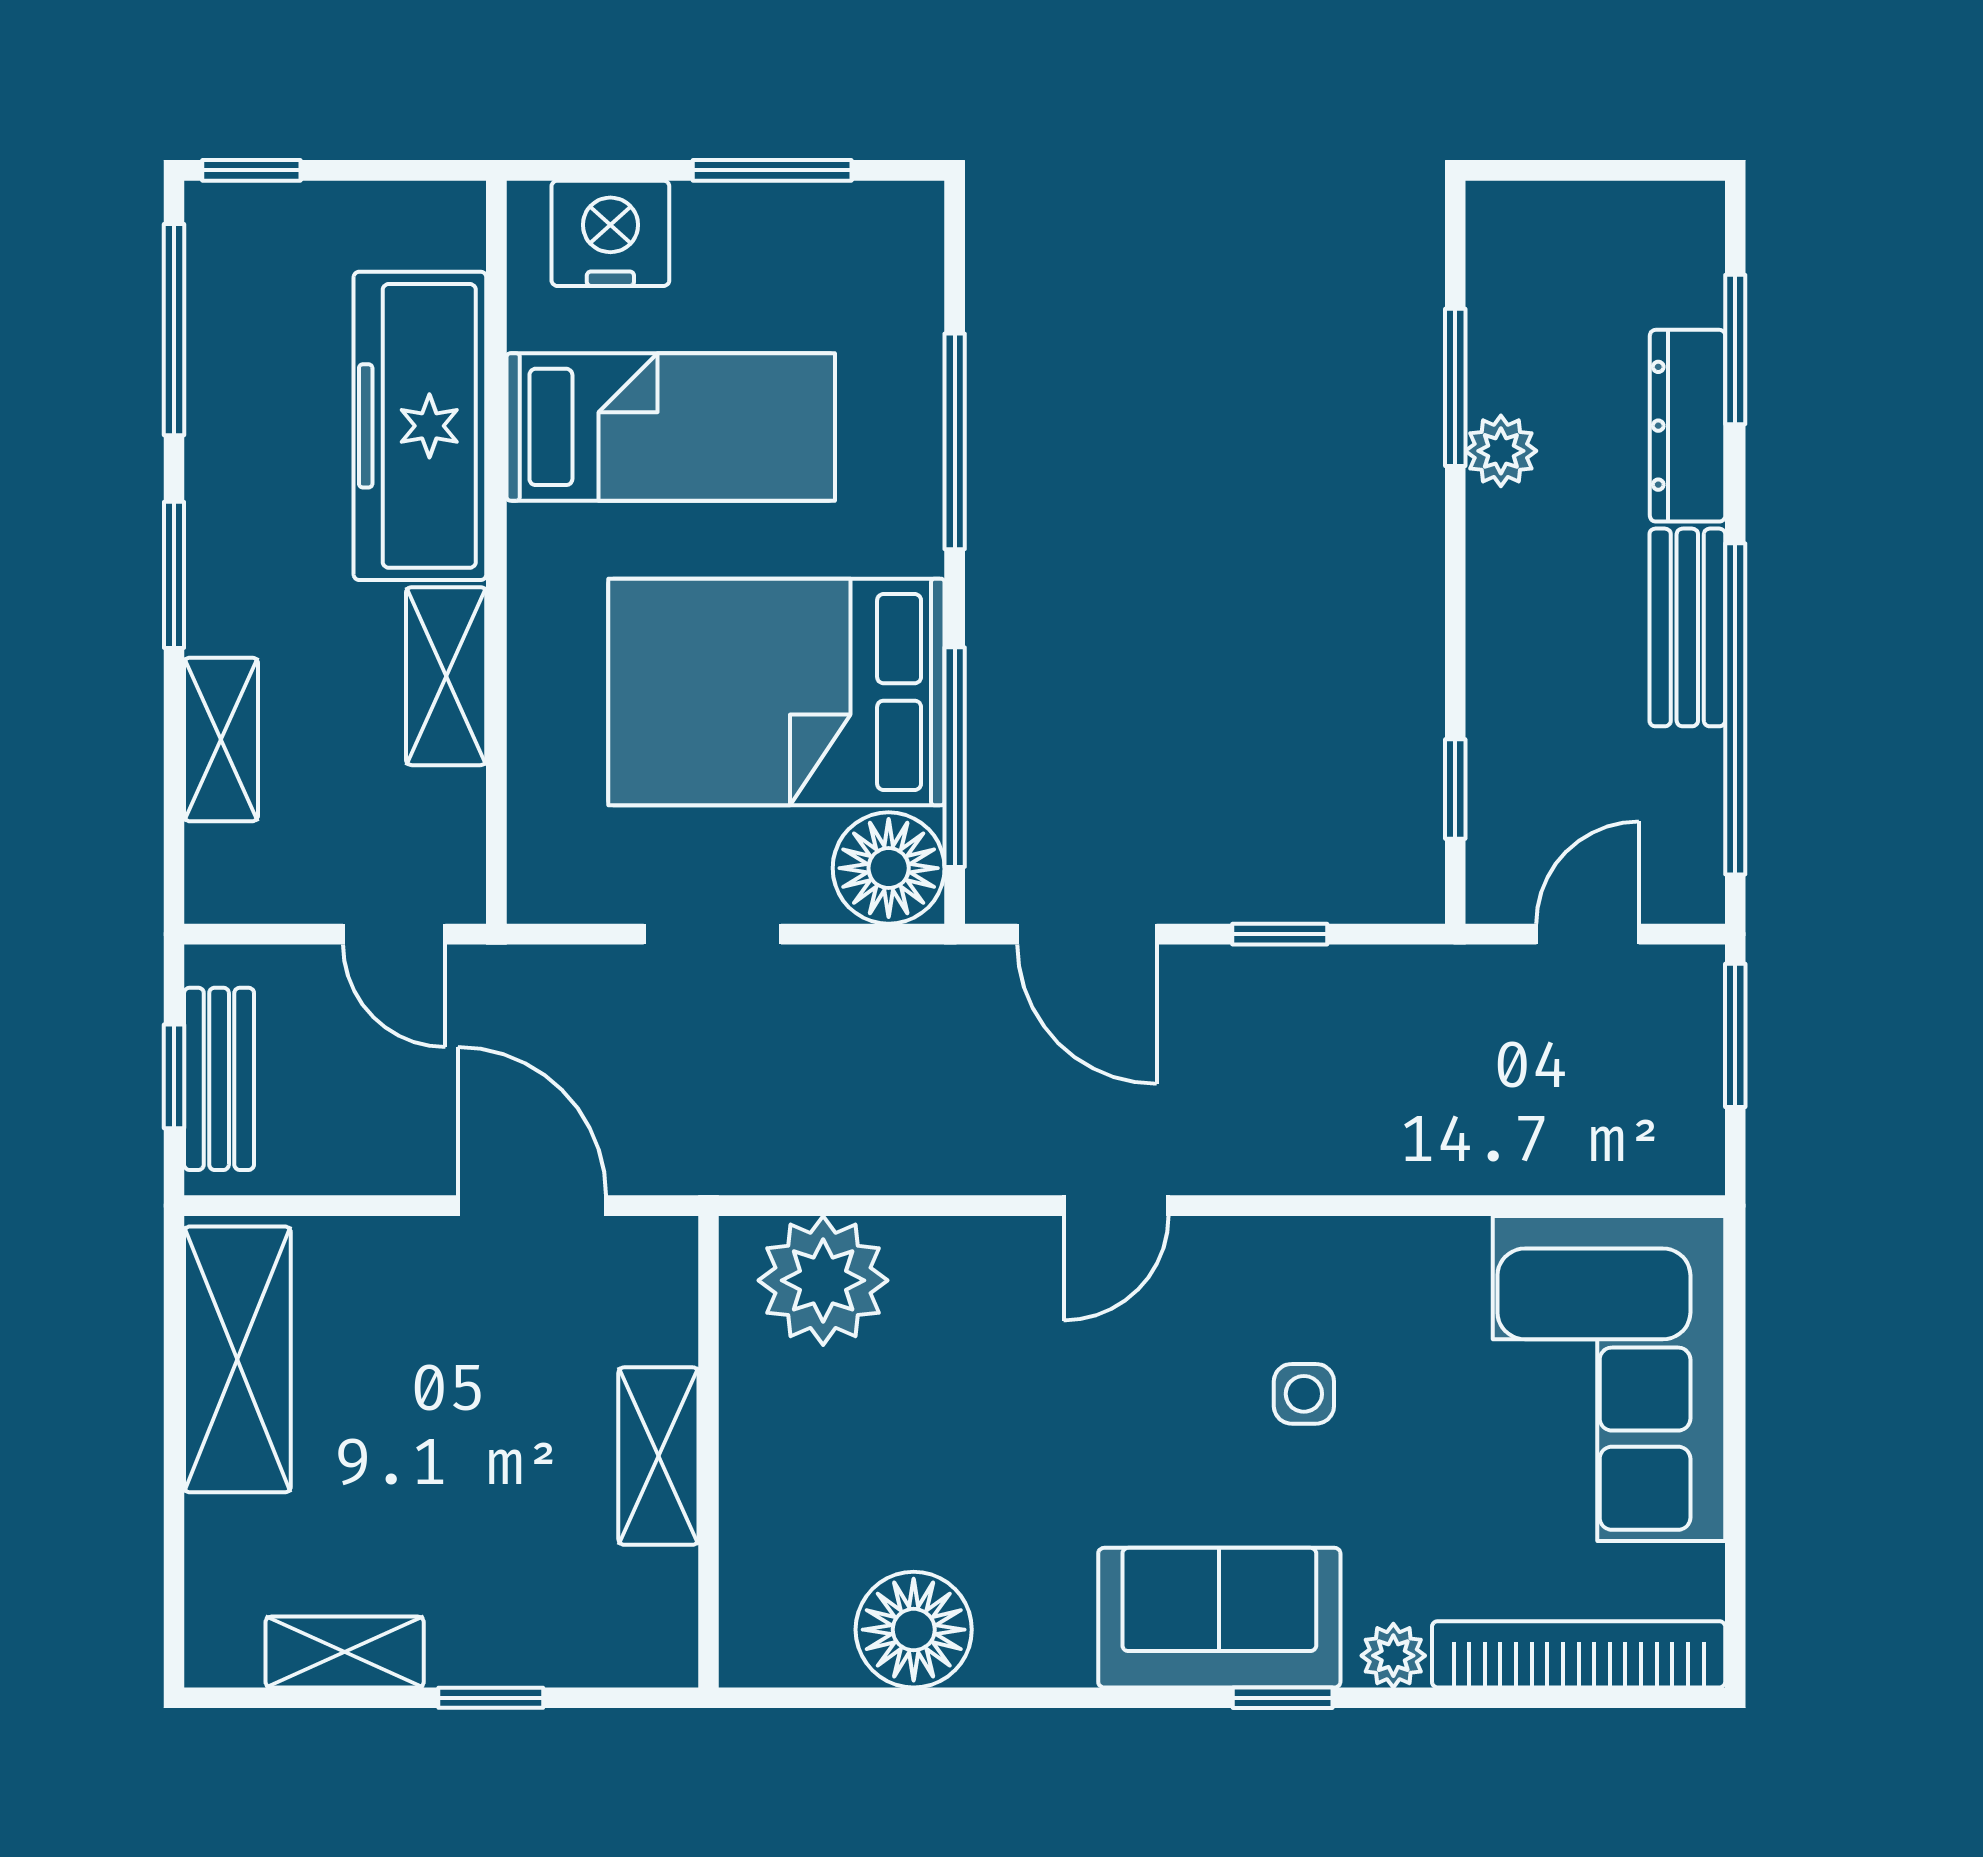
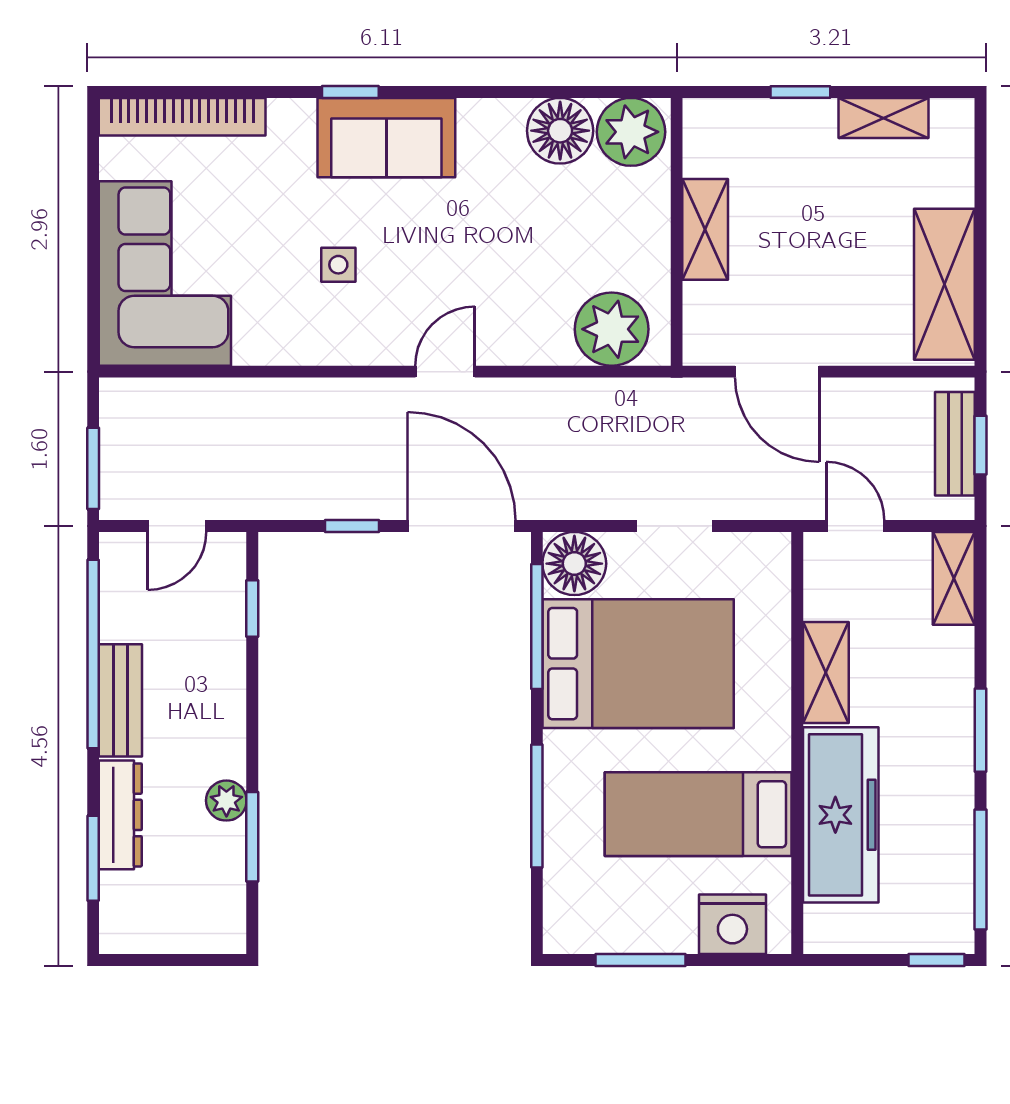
shelving: (221, 739) -> (954, 578), moved
door: (1087, 934) -> (462, 526), width x1.36
plant: (1393, 1656) -> (631, 132), moved, width x1.87, depth x1.87

